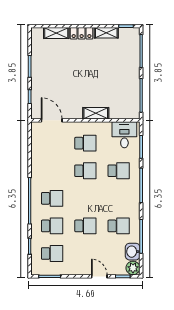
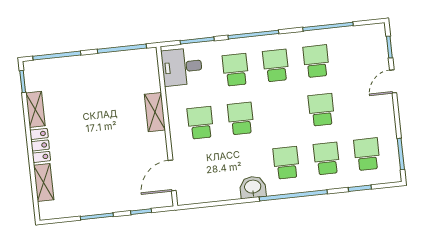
school desk: (119, 198) -> (276, 65), added
washbasin: (133, 252) -> (253, 187), moved, turned 180
plant: (133, 268) -> (375, 33), removed

